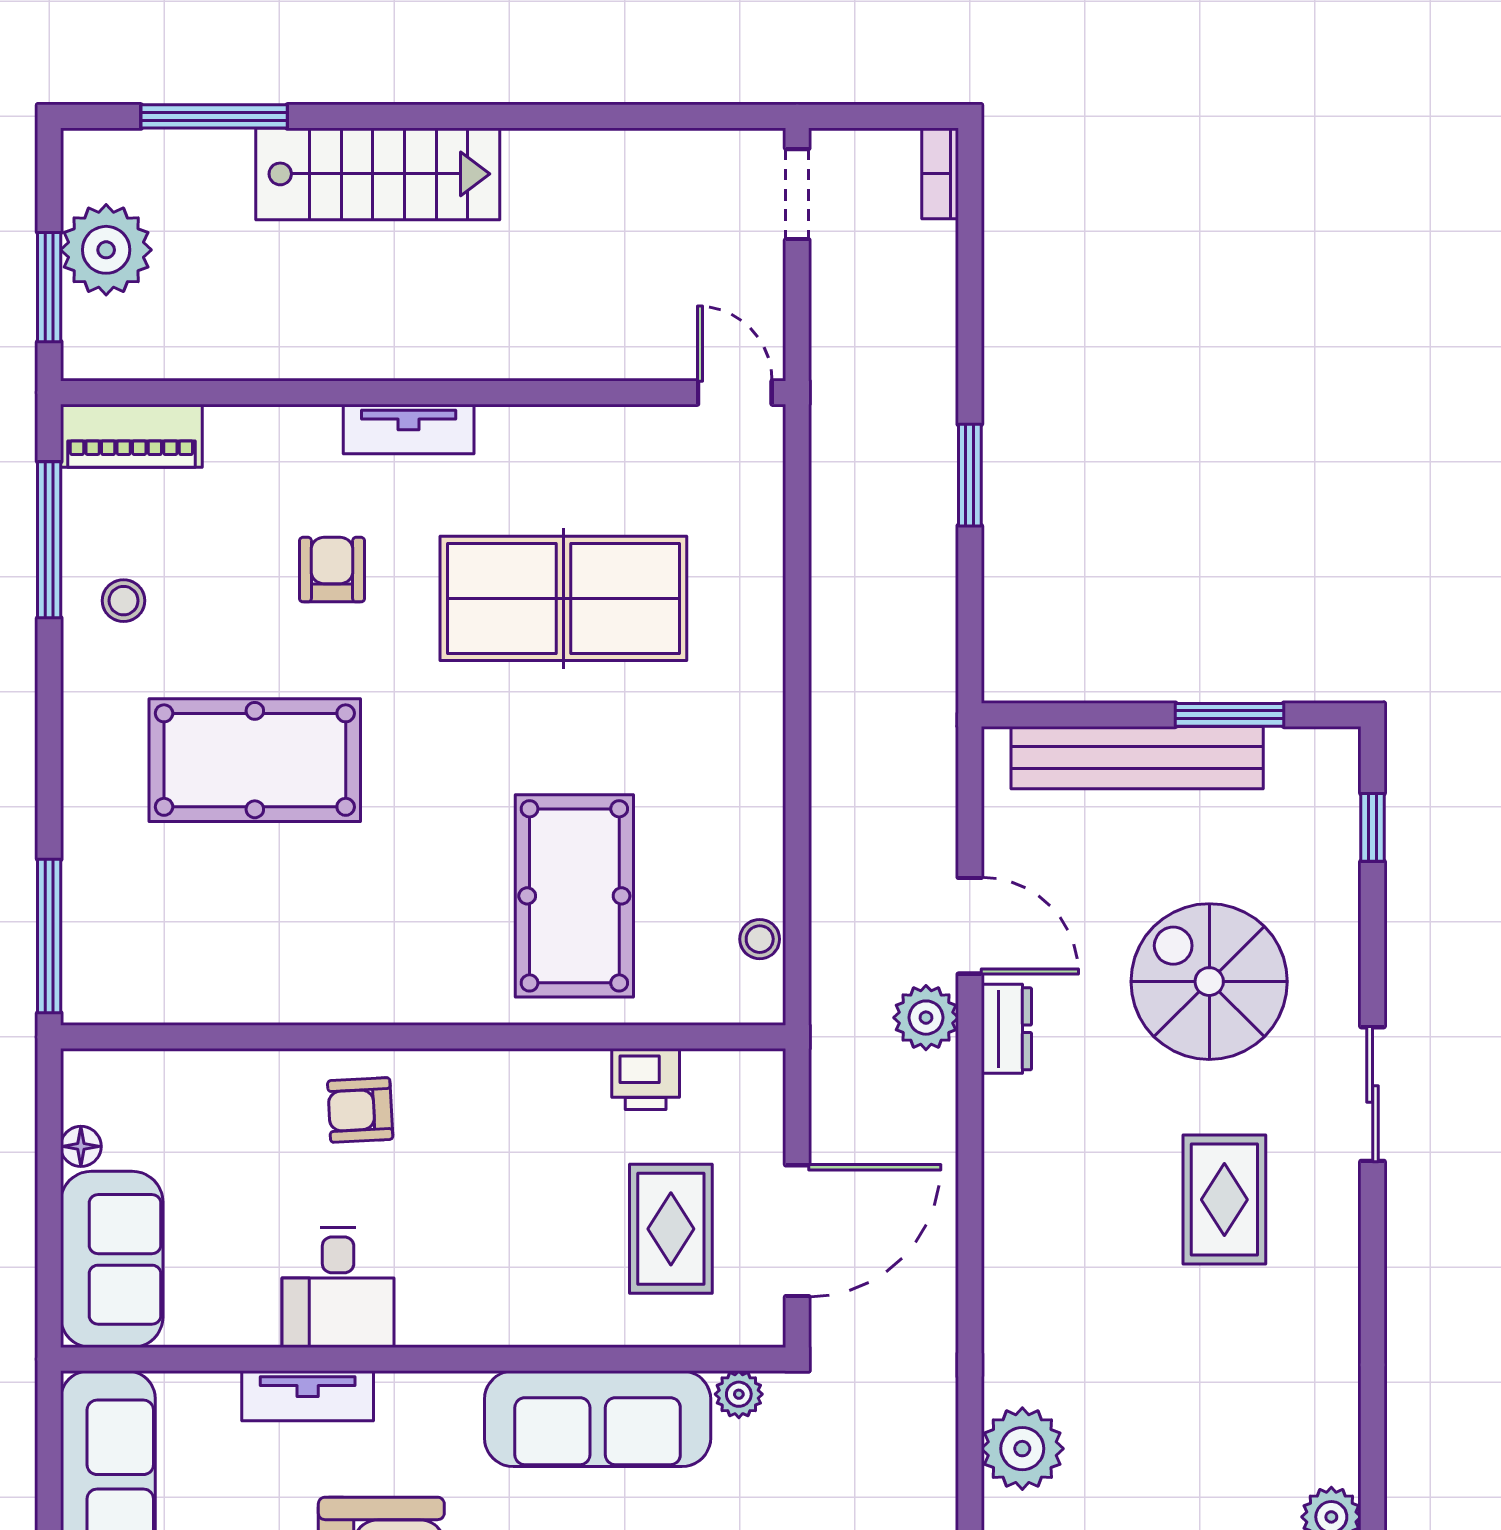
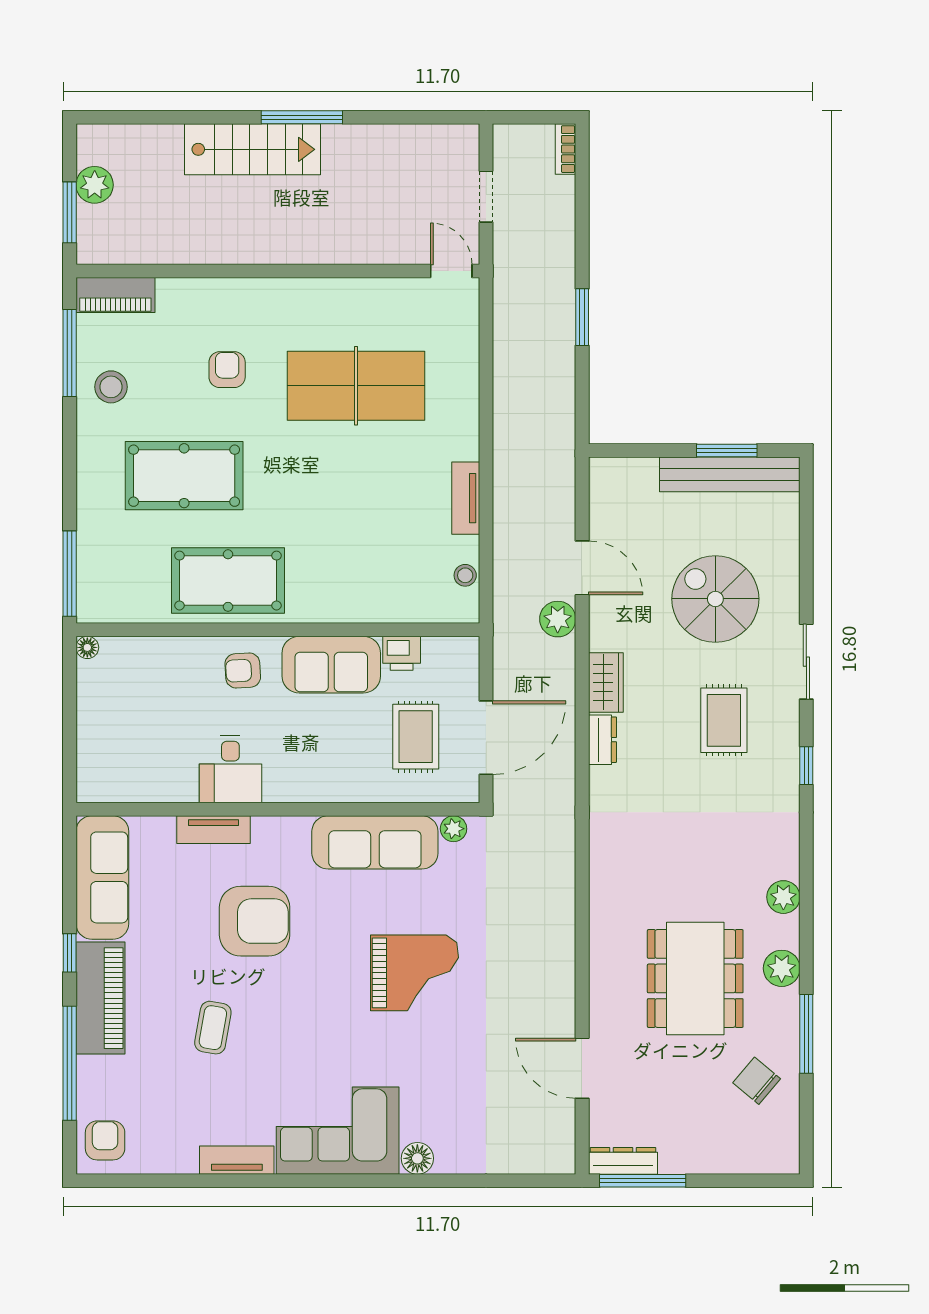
window: (214, 116) -> (302, 117), moved
doorway: (797, 194) -> (486, 197), moved
plant: (106, 250) -> (95, 185), width x0.73, depth x0.73
tv unit: (409, 429) -> (466, 498), moved, turned 90
stool: (124, 601) -> (111, 387), width x1.37, depth x1.37
bench: (1137, 758) -> (730, 474), moved
window: (1373, 827) -> (806, 766), moved
pool table: (574, 896) -> (228, 581), moved, turned 90
dresser: (1006, 1029) -> (602, 740), moved
wardrobe: (1012, 1132) -> (606, 682), added
floor lamp: (81, 1146) -> (87, 647), moved
sofa: (112, 1259) -> (331, 665), moved, turned 90
plant: (1022, 1449) -> (611, 859), removed

